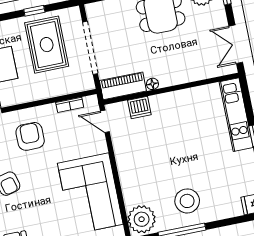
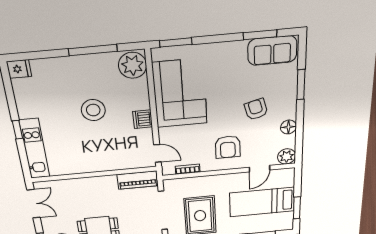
floor lamp: (152, 84) -> (111, 179), removed
dishwasher: (139, 107) -> (143, 119), moved, turned -90
stool: (187, 201) -> (93, 110), moved

